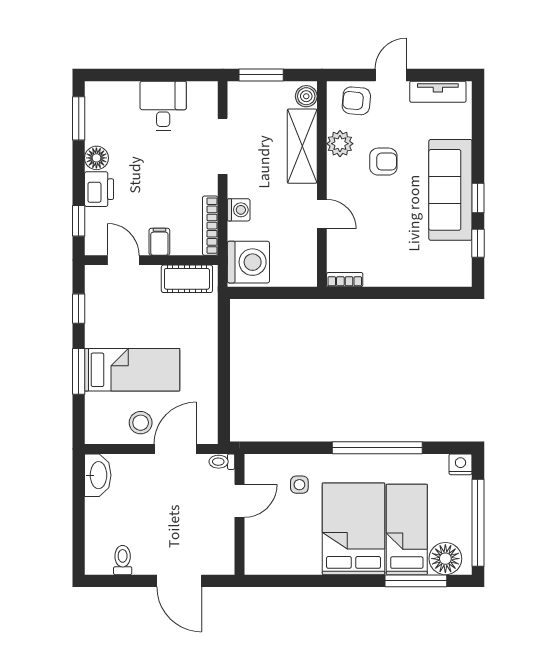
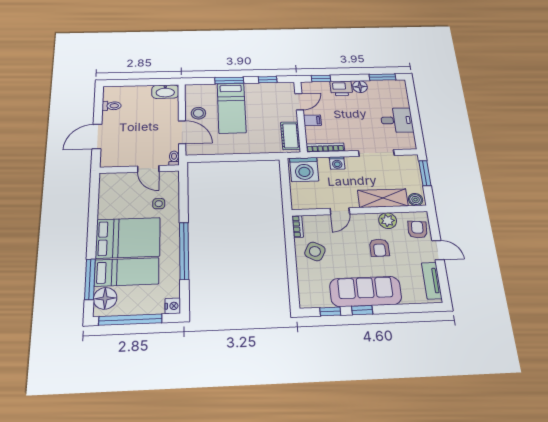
side table: (386, 257) -> (315, 251), added

